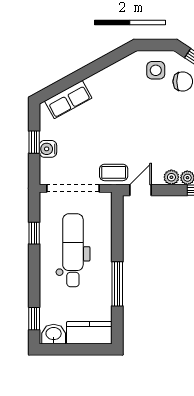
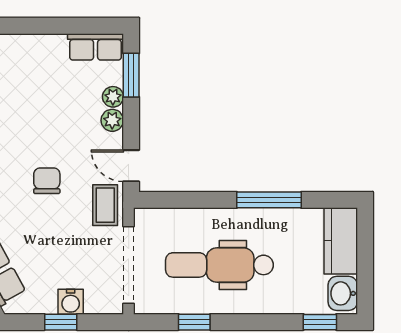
chair: (130, 133) -> (47, 181), added

